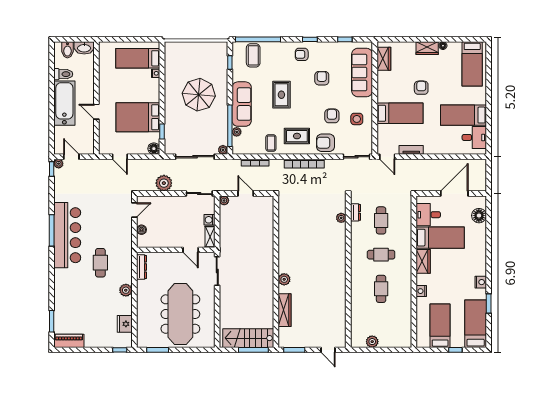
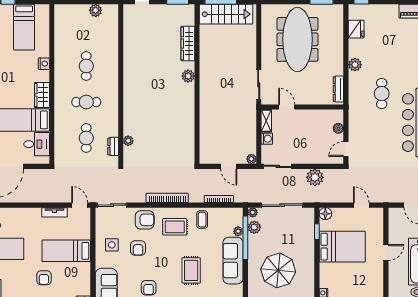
door: (96, 112) -> (386, 253), hinge flipped
plant: (221, 136) -> (254, 227), added

